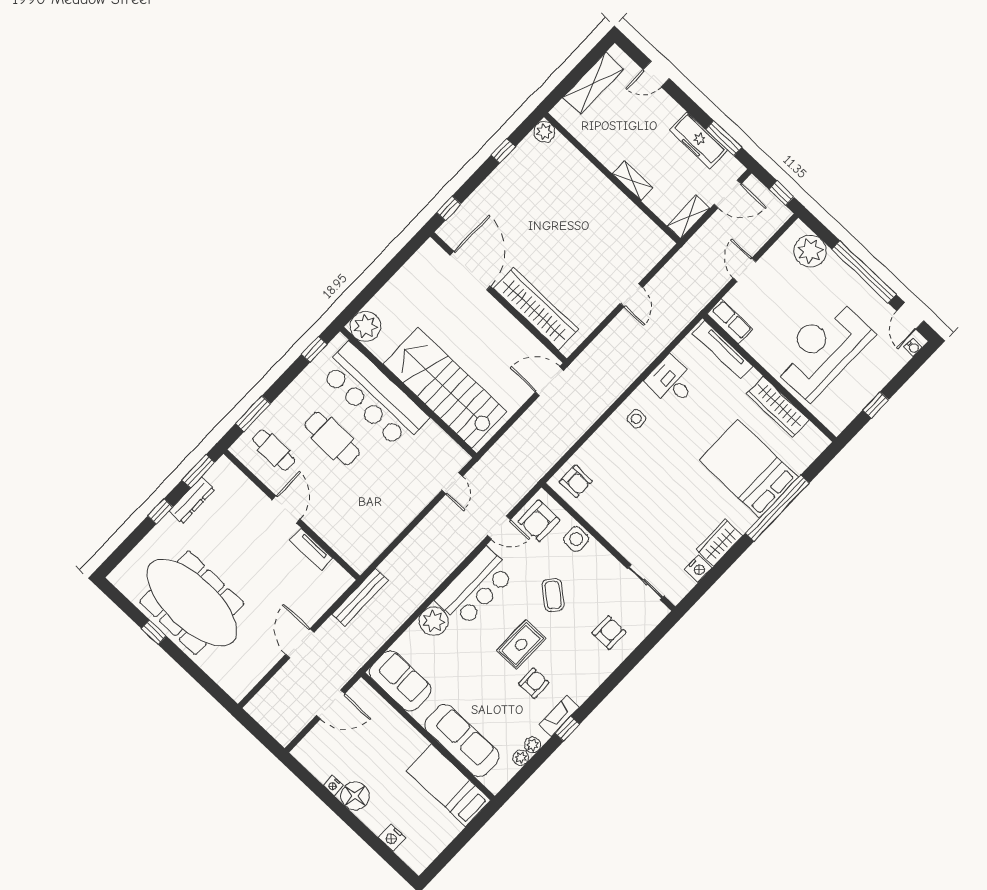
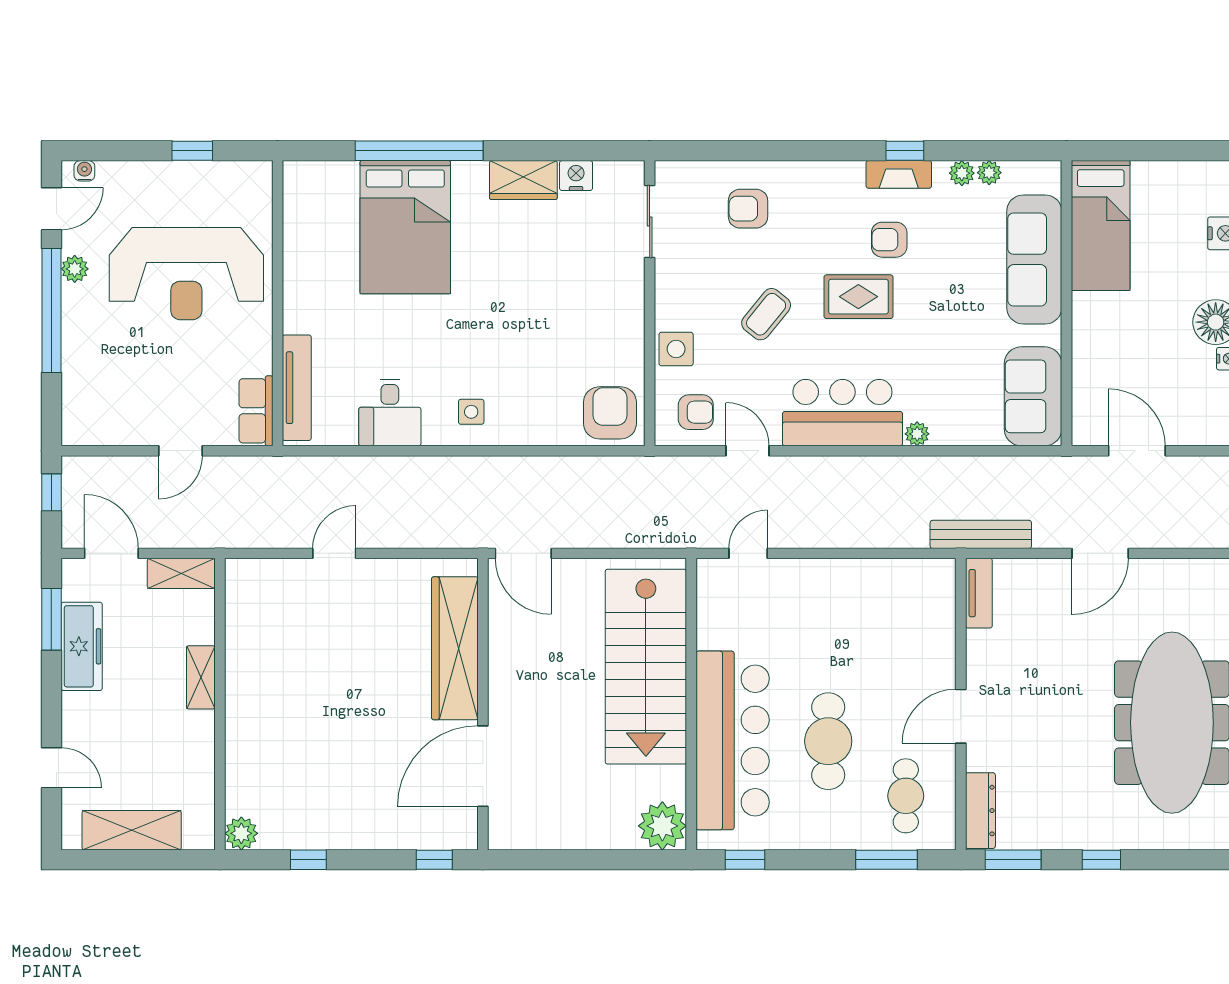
plant: (810, 251) -> (75, 269), moved, width x0.53, depth x0.53
wardrobe: (778, 407) -> (302, 262), removed
armchair: (576, 481) -> (610, 413), width x1.38, depth x1.38
dresser: (192, 500) -> (980, 811), moved, turned 90
armchair: (539, 521) -> (696, 412), width x0.72, depth x0.72
tv unit: (311, 549) -> (979, 593), moved
plant: (434, 621) -> (917, 434), width x0.53, depth x0.53

